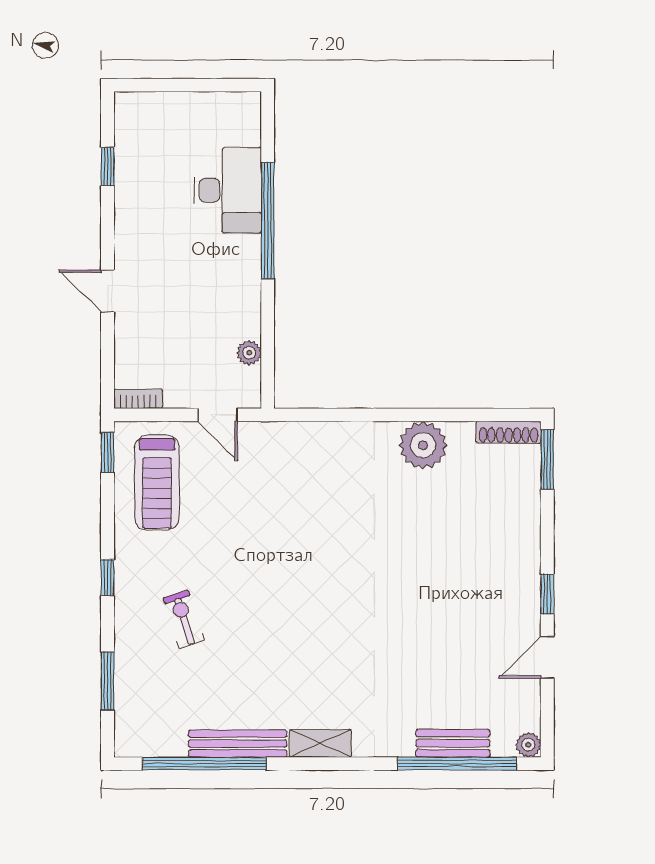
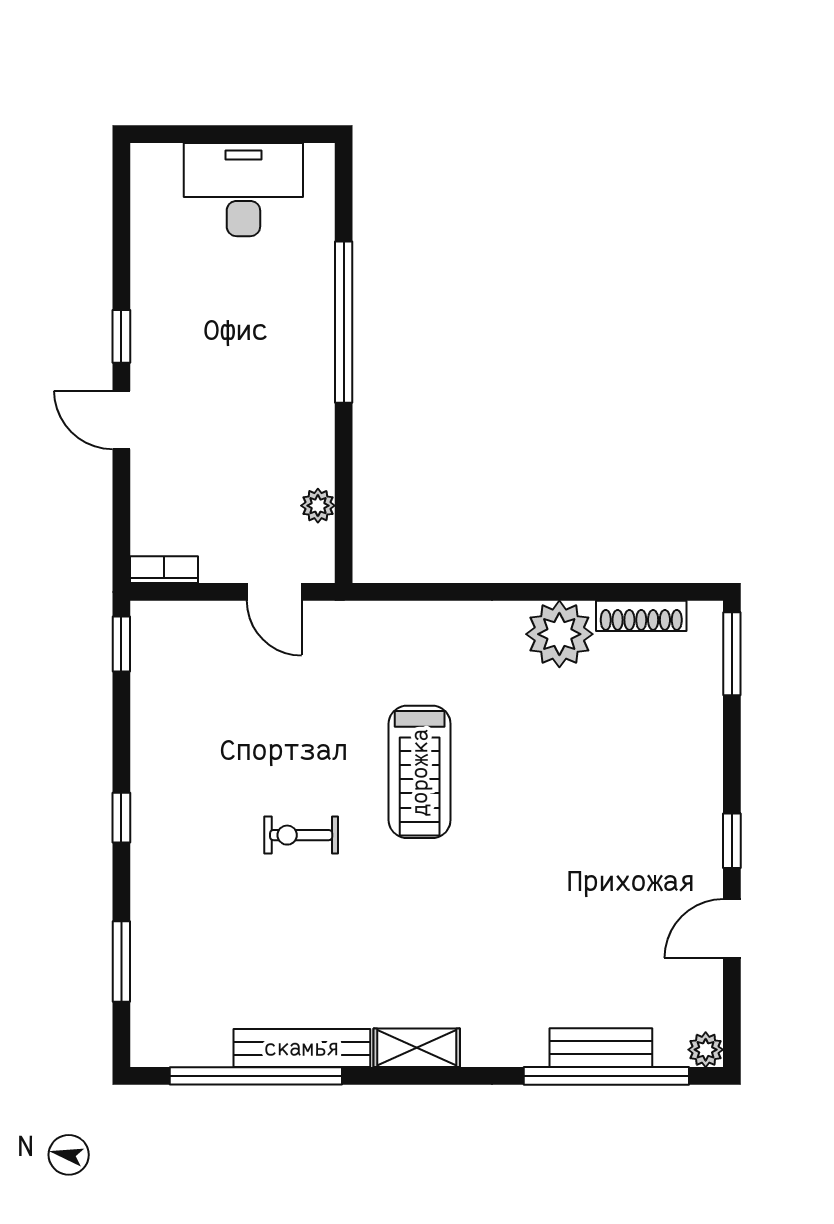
window: (107, 167) -> (121, 336), moved
desk: (228, 190) -> (243, 190), moved, turned -90
shoe rack: (509, 432) -> (641, 616), moved
treadmill: (157, 483) -> (420, 772), moved
exercise bike: (184, 619) -> (301, 835), moved, turned -72

